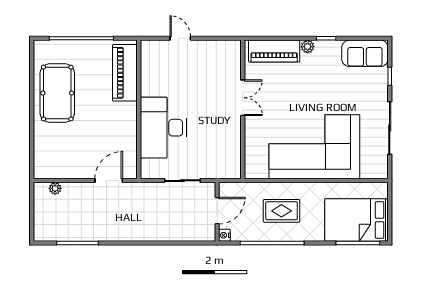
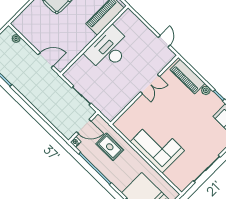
door: (180, 38) -> (164, 41), moved
desk: (163, 128) -> (109, 49), moved
corner sofa: (314, 147) -> (157, 146), width x0.73, depth x0.74
rug: (281, 211) -> (110, 147), moved

